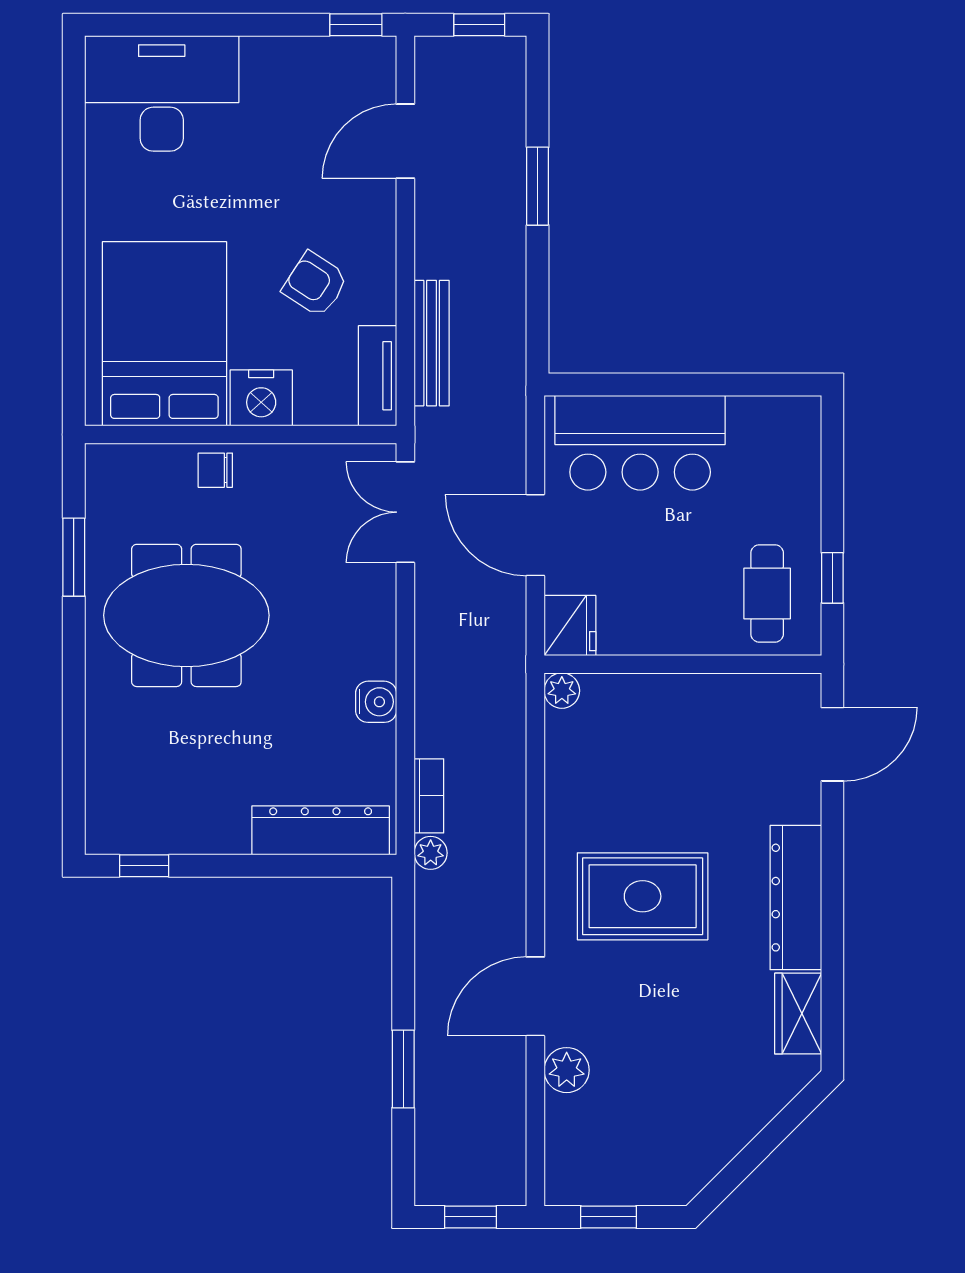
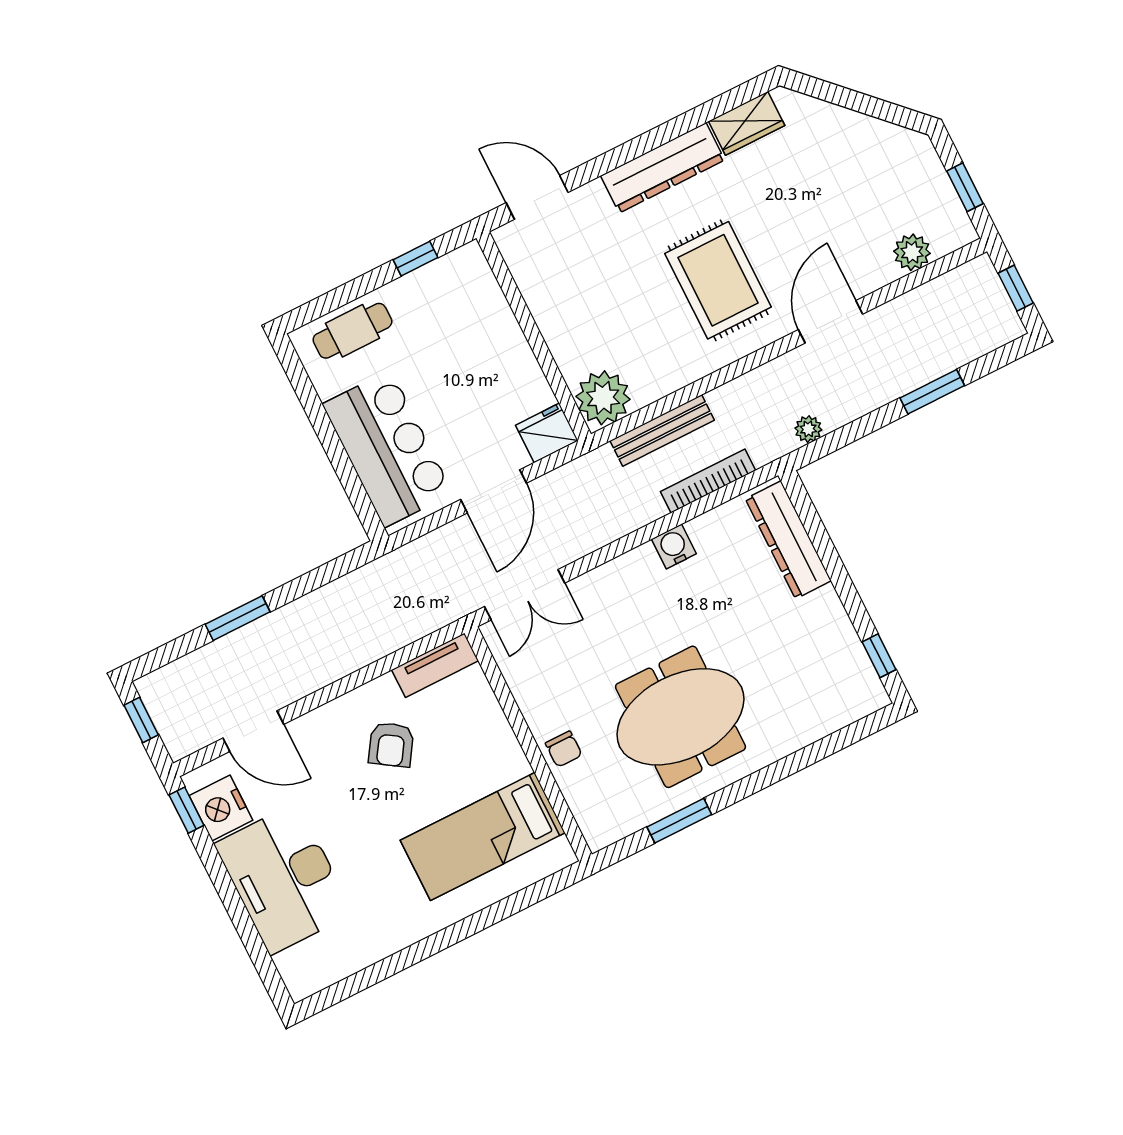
desk: (162, 93) -> (284, 879), moved
bed: (164, 334) -> (483, 836), width x0.67
bench: (432, 343) -> (662, 430), moved
nightstand: (261, 398) -> (221, 808), moved, turned 180
cafe table: (767, 593) -> (352, 331), moved
meeting table: (186, 615) -> (680, 717), turned 90
plant: (562, 691) -> (603, 398), width x1.87, depth x1.87
bookcase: (429, 796) -> (708, 481), width x1.56
plant: (431, 853) -> (808, 429), moved
door: (535, 996) -> (831, 322), swing flipped
plant: (567, 1070) -> (912, 252), moved

